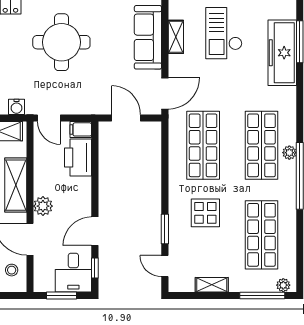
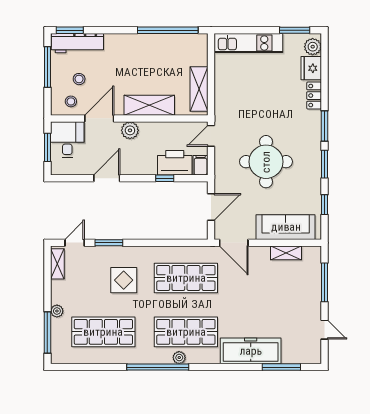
checkout: (224, 33) -> (289, 297), removed
round table: (61, 42) -> (266, 162), moved
freezer: (282, 53) -> (251, 351), moved
water cooler: (16, 107) -> (221, 106), removed
door: (95, 231) -> (107, 178), hinge flipped
window: (95, 268) -> (165, 178), moved
desk: (73, 273) -> (67, 140), moved, turned 90
shelving: (212, 285) -> (57, 264), moved
plant: (283, 285) -> (57, 311), moved

